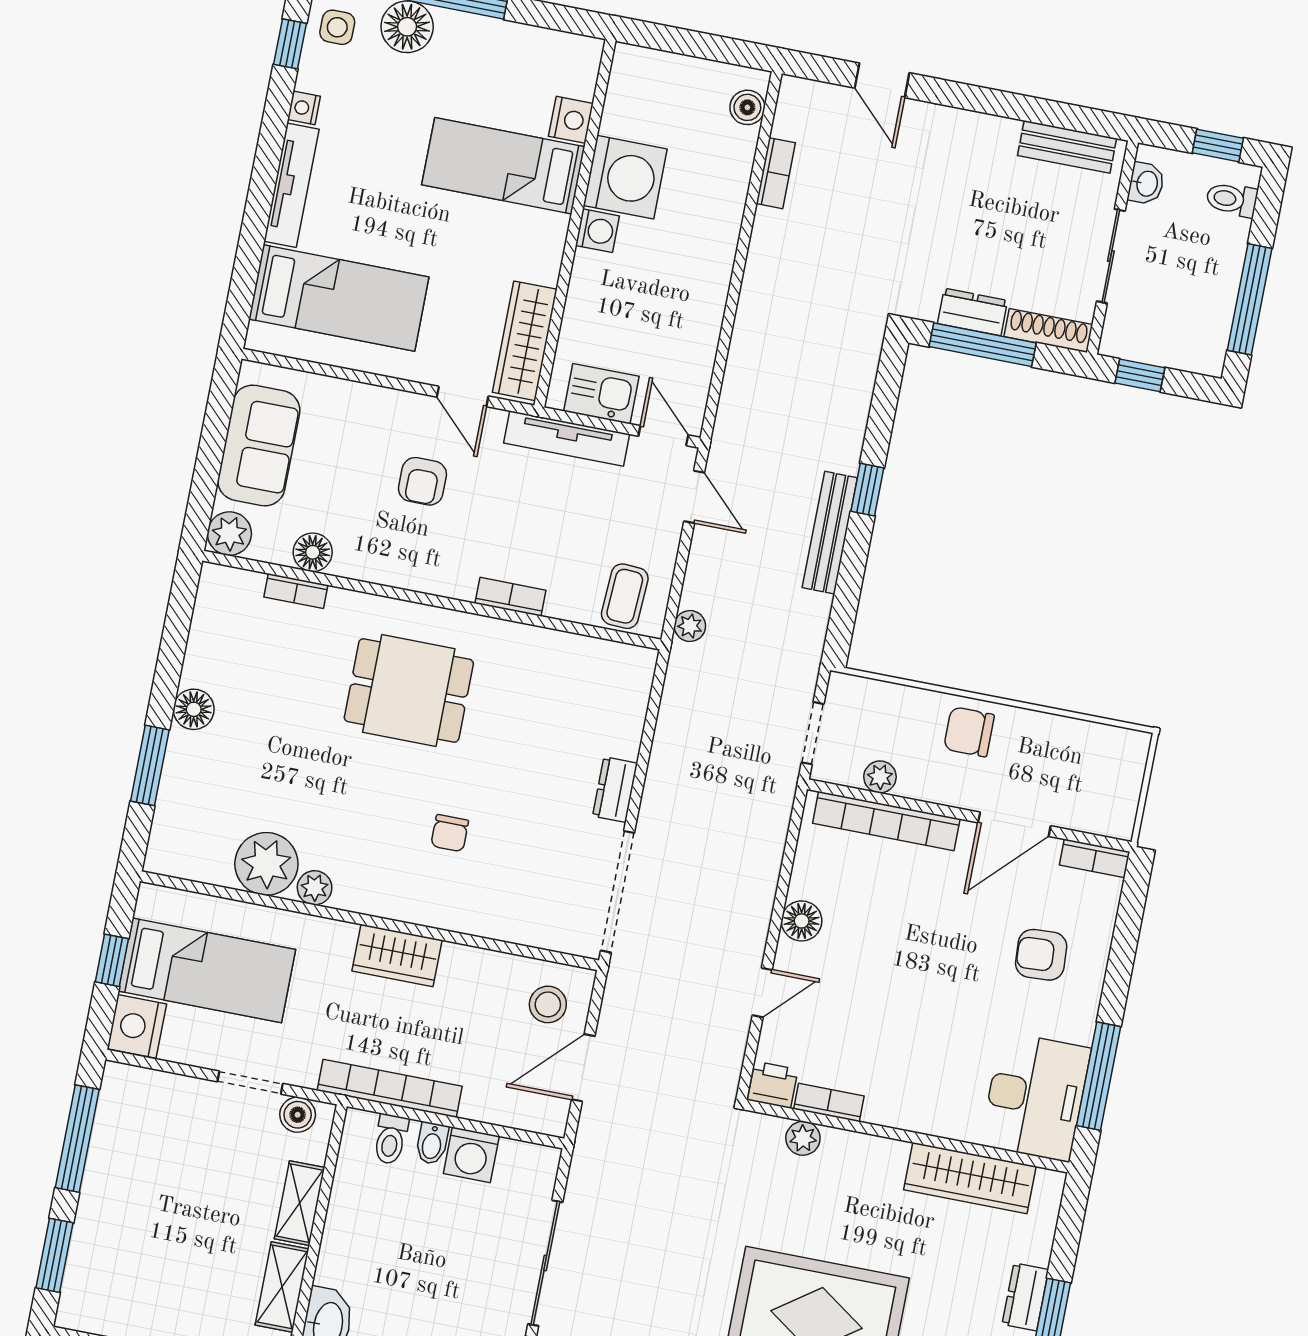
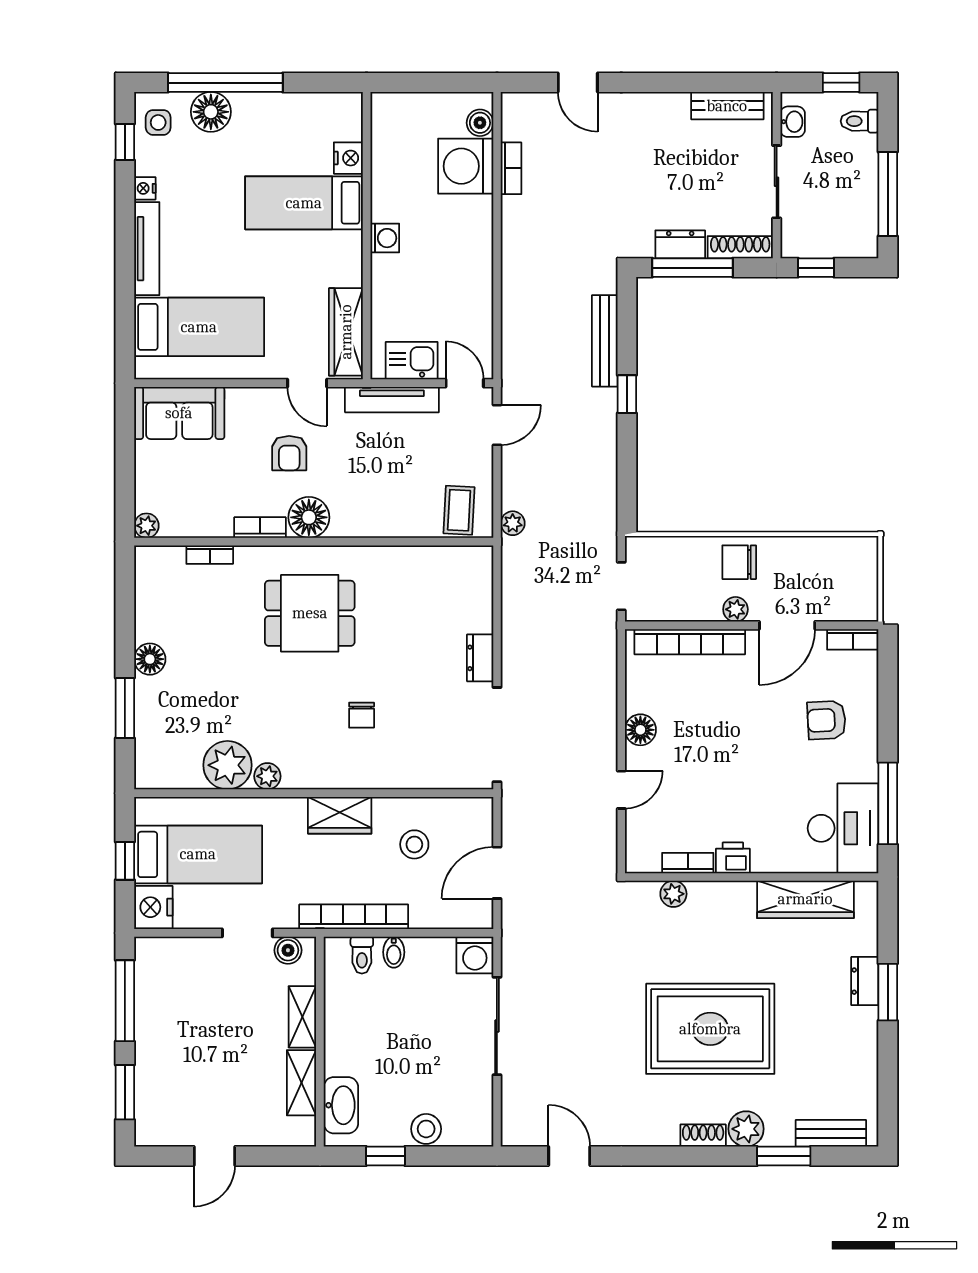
washing machine: (625, 177) -> (466, 166), moved, turned 180
sofa: (259, 445) -> (179, 413), moved, turned 90
door: (694, 497) -> (497, 425), hinge flipped
bench: (830, 533) -> (605, 341), moved
plant: (229, 534) -> (146, 526), width x0.73, depth x0.73
floor lamp: (313, 552) -> (309, 517), moved, width x1.38, depth x1.38
bookcase: (510, 597) -> (260, 528), moved
plant: (880, 777) -> (735, 609), moved
stool: (548, 1004) -> (414, 844), moved
printer: (773, 1085) -> (733, 858), moved
washing machine: (471, 1155) -> (475, 955), moved

